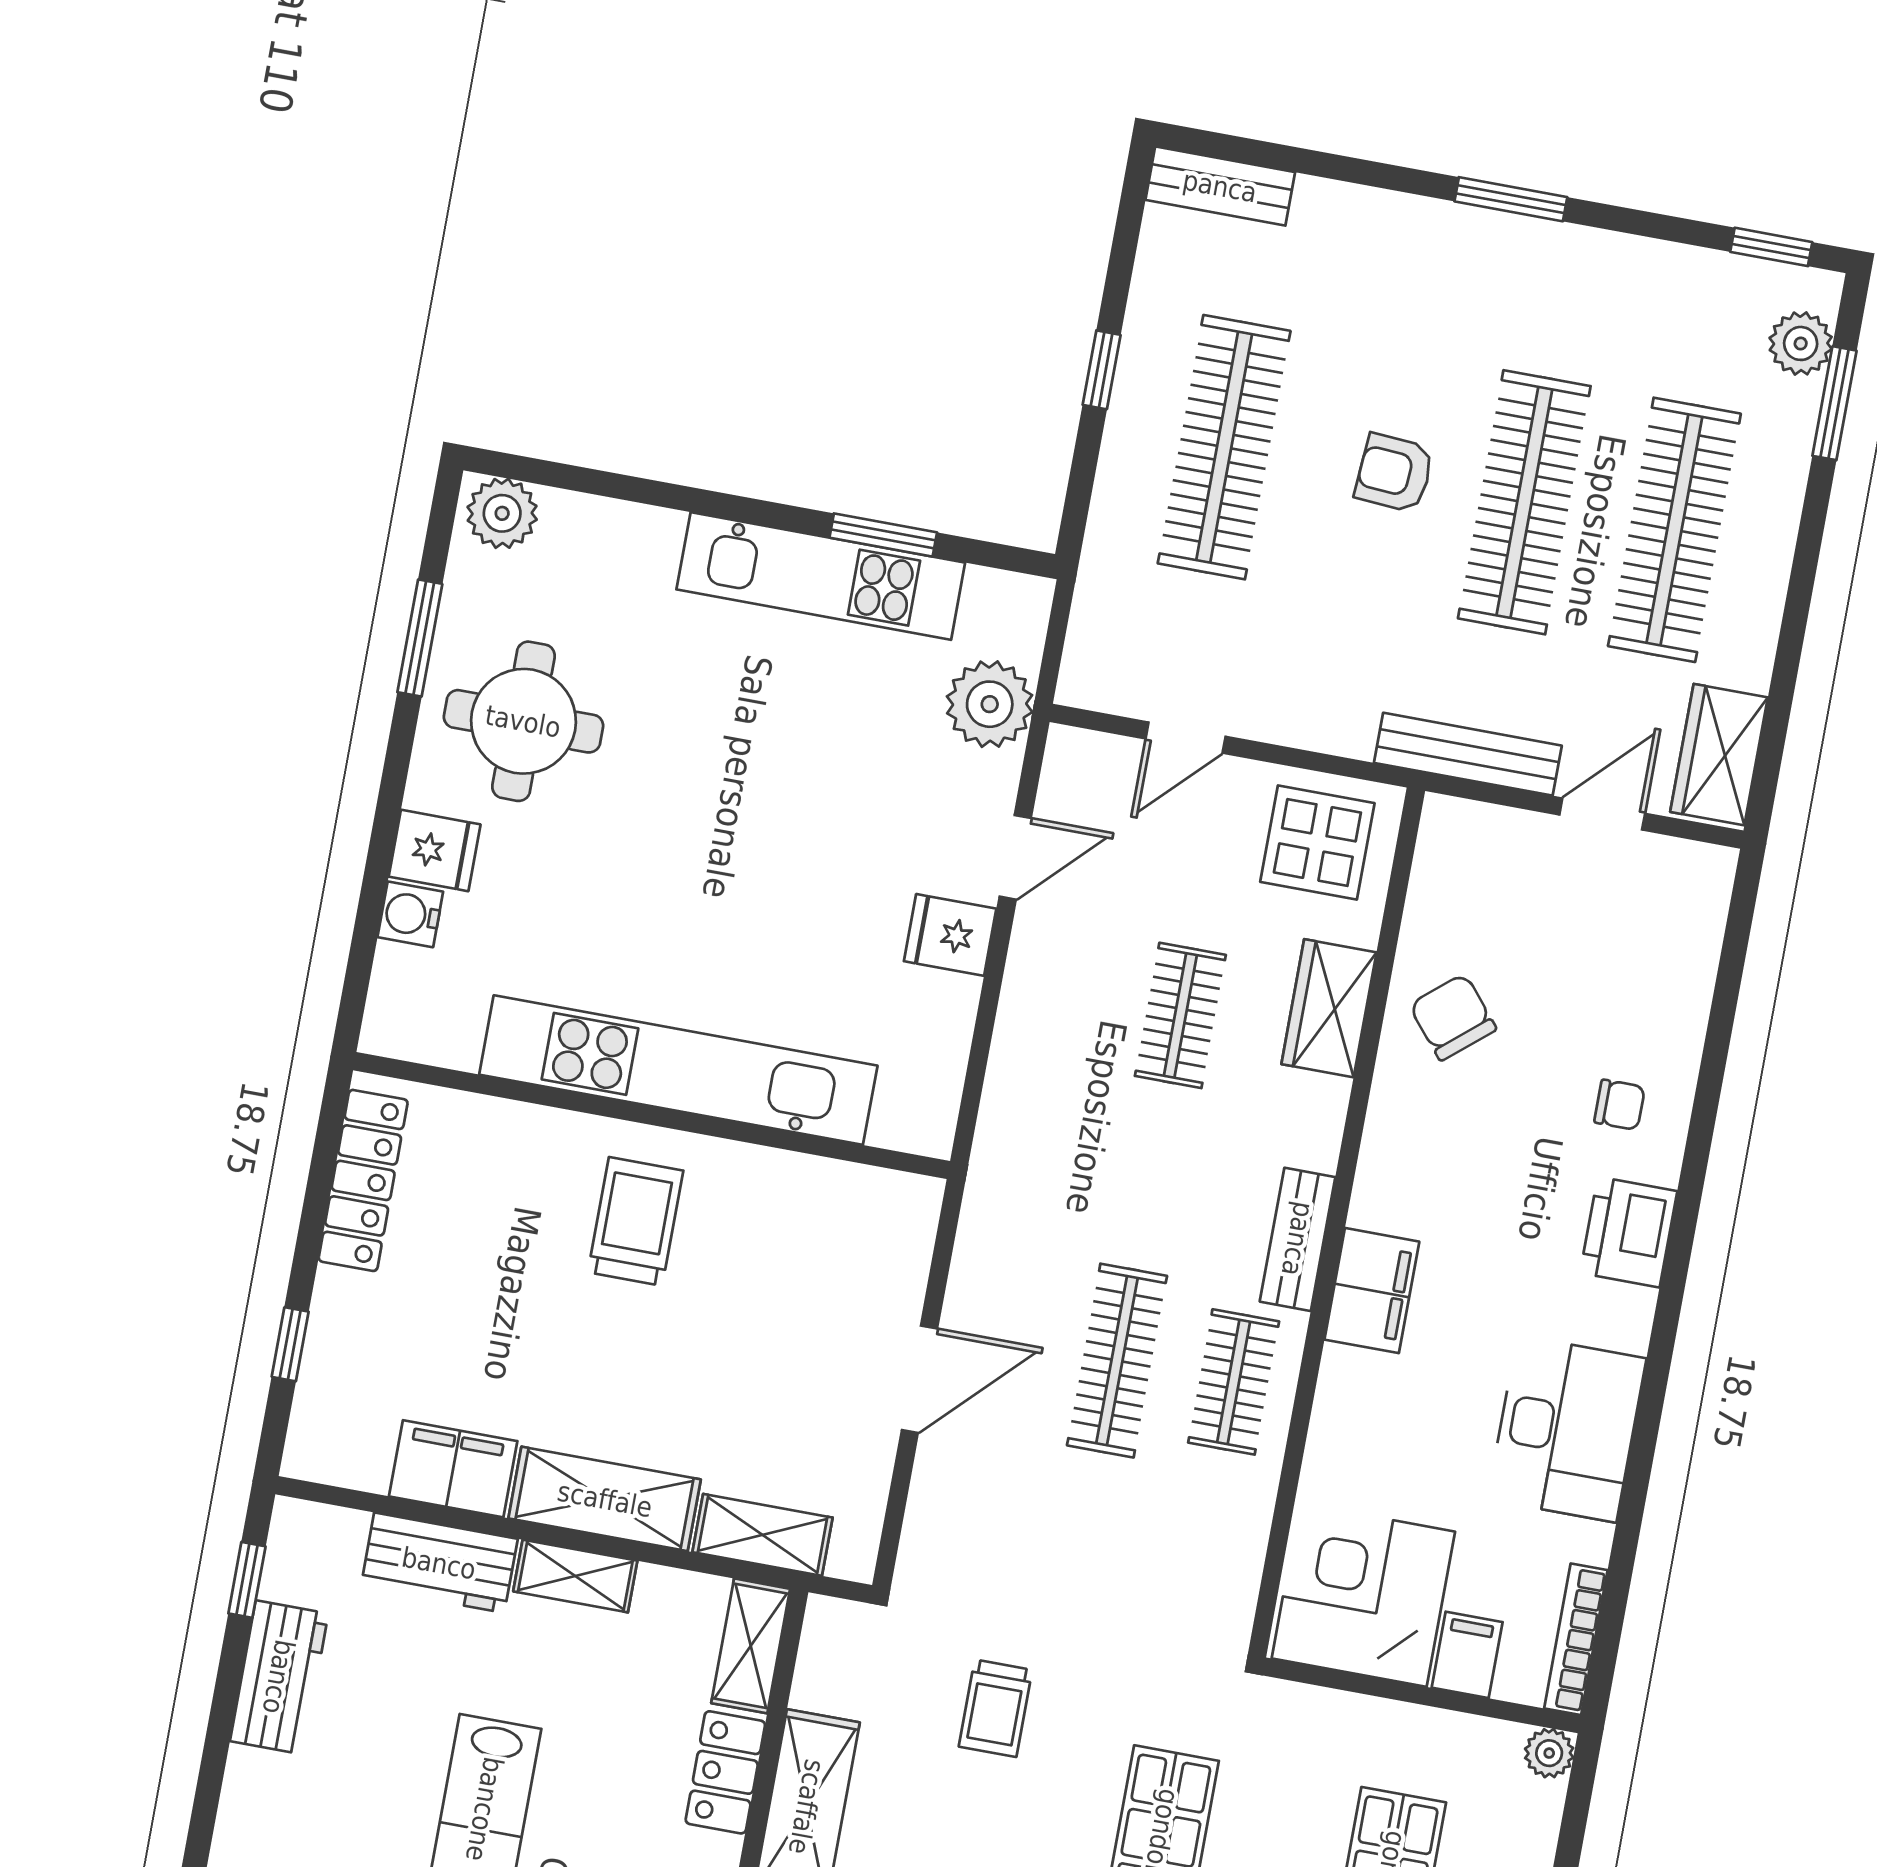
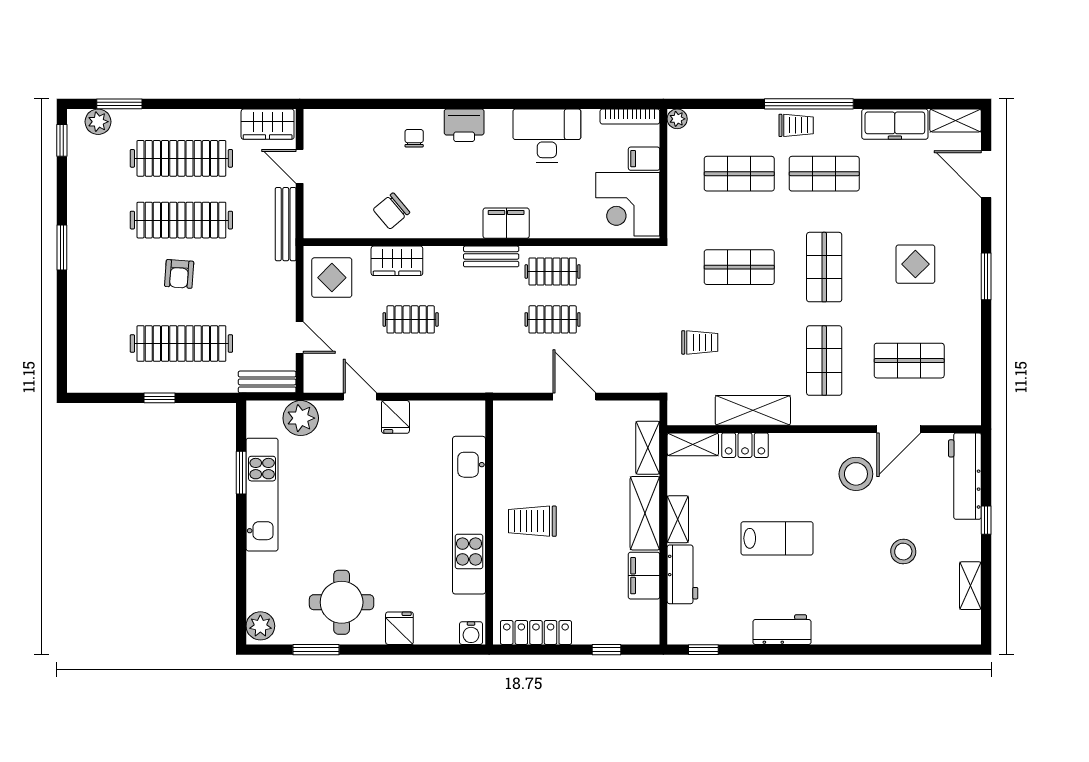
bench: (1220, 186) -> (267, 382), moved, turned 90
water cooler: (410, 914) -> (471, 633), moved
clothes rail: (1117, 1361) -> (553, 319), width x0.73
workbench: (279, 1677) -> (782, 630), moved

